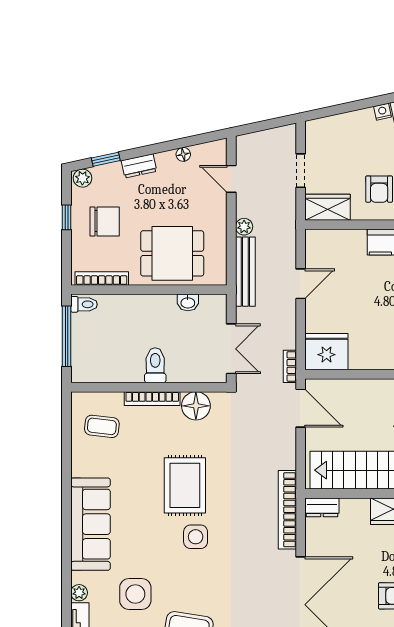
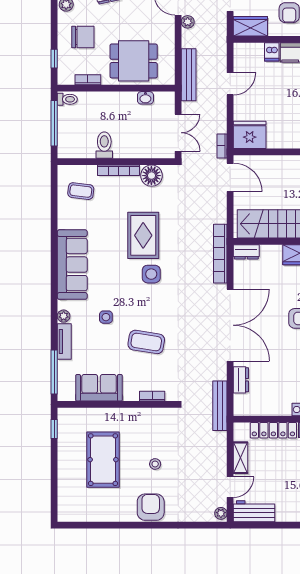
window: (66, 217) -> (54, 59), moved
plant: (244, 227) -> (188, 22), moved
dishwasher: (356, 241) -> (272, 52), added
bookcase: (102, 278) -> (88, 80), width x0.64
toilet: (155, 365) -> (104, 145), moved
side table: (135, 594) -> (106, 317), width x0.54, depth x0.54

